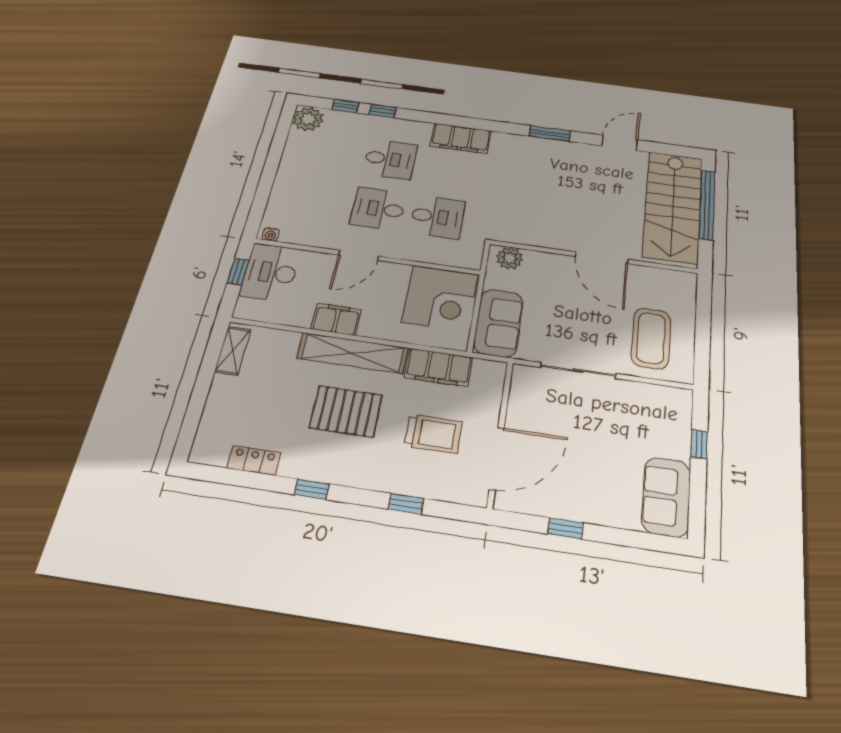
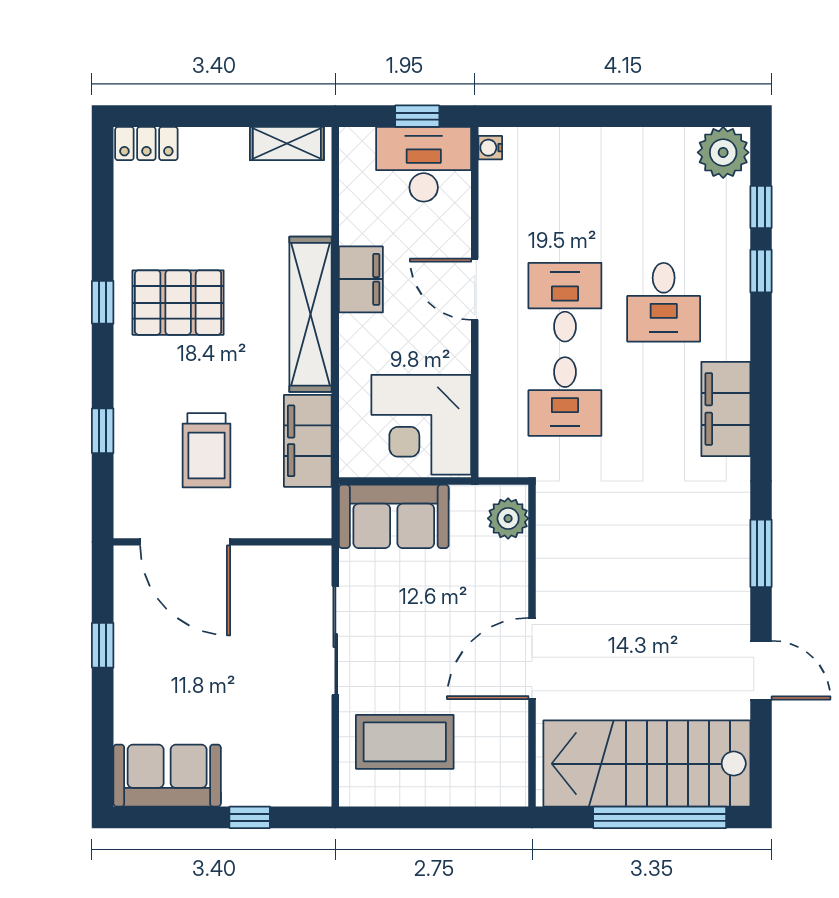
pallet: (346, 411) -> (178, 303), moved, turned 90
locker: (254, 460) -> (146, 144), moved, turned 90

